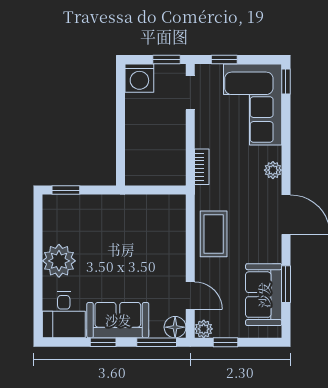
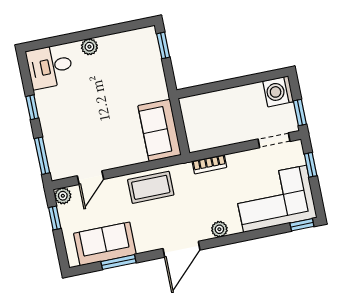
plant: (59, 261) -> (89, 47), width x0.53, depth x0.53
sofa: (118, 320) -> (160, 130), moved, turned 180
floor lamp: (175, 327) -> (59, 170), removed

